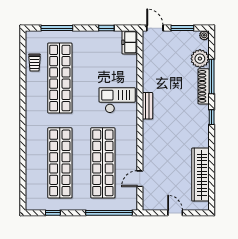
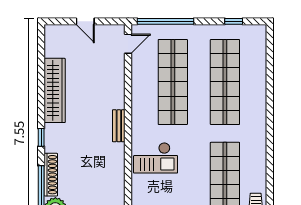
bench: (147, 106) -> (119, 126), moved
wardrobe: (200, 175) -> (55, 90), moved
door: (140, 179) -> (128, 44), moved

